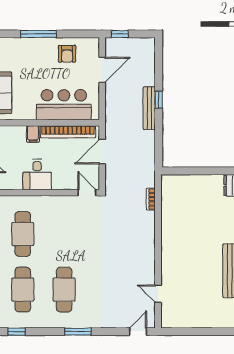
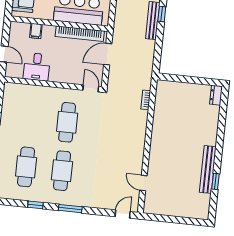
filing cabinet: (33, 134) -> (36, 31), moved
desk: (37, 174) -> (37, 67), moved
cafe table: (23, 234) -> (67, 122), moved
window: (17, 332) -> (35, 205), moved

